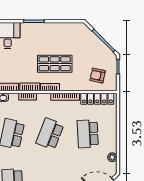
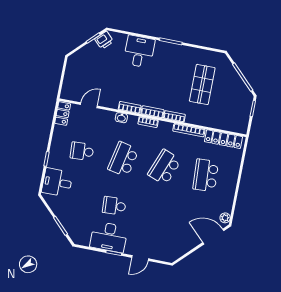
shop shelf: (55, 64) -> (202, 84), moved, turned 90
armchair: (98, 76) -> (229, 114), removed
plant: (112, 157) -> (225, 218), moved

